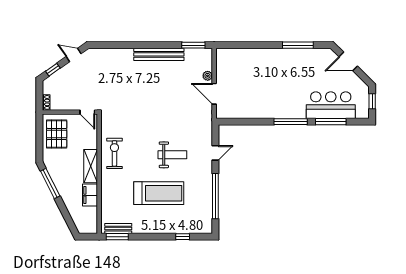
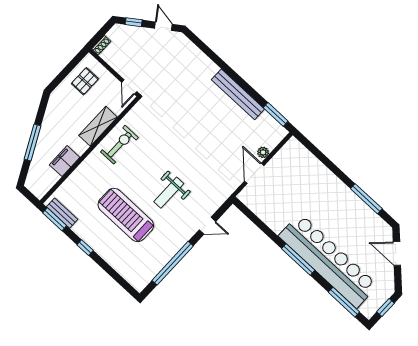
bar counter: (331, 105) -> (328, 261), width x1.86
window: (331, 122) -> (344, 302), moved
pallet: (57, 134) -> (85, 81), width x0.67, depth x0.71
weight bench: (172, 155) -> (169, 193), turned 90
shelving: (91, 166) -> (98, 126), moved
window: (50, 184) -> (32, 143), moved
treadmill: (159, 193) -> (126, 215), turned 180
window: (183, 237) -> (85, 248), moved

